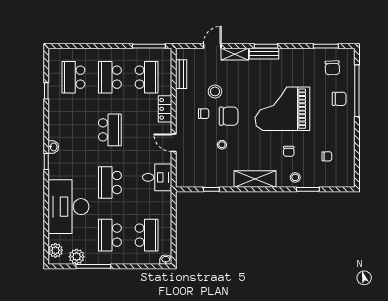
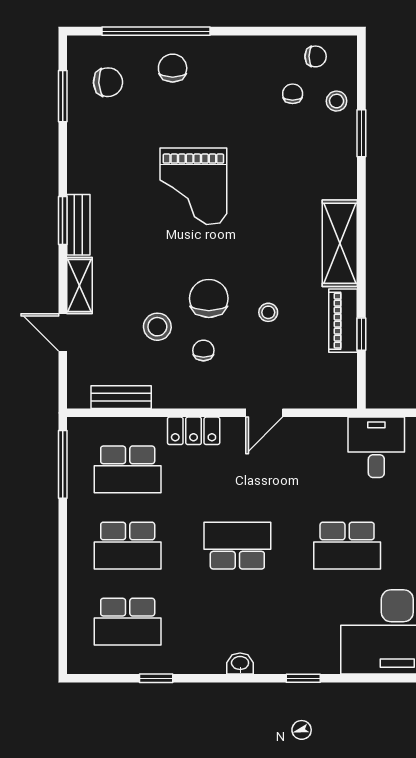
school desk: (146, 77) -> (128, 469), turned 180
grand piano: (282, 109) -> (193, 186), width x0.73, depth x0.68
washbasin: (53, 147) -> (240, 664), moved
chair: (289, 151) -> (316, 56), moved
desk: (157, 177) -> (376, 447), moved
stool: (295, 177) -> (337, 101), moved
piano: (218, 181) -> (343, 321), added

